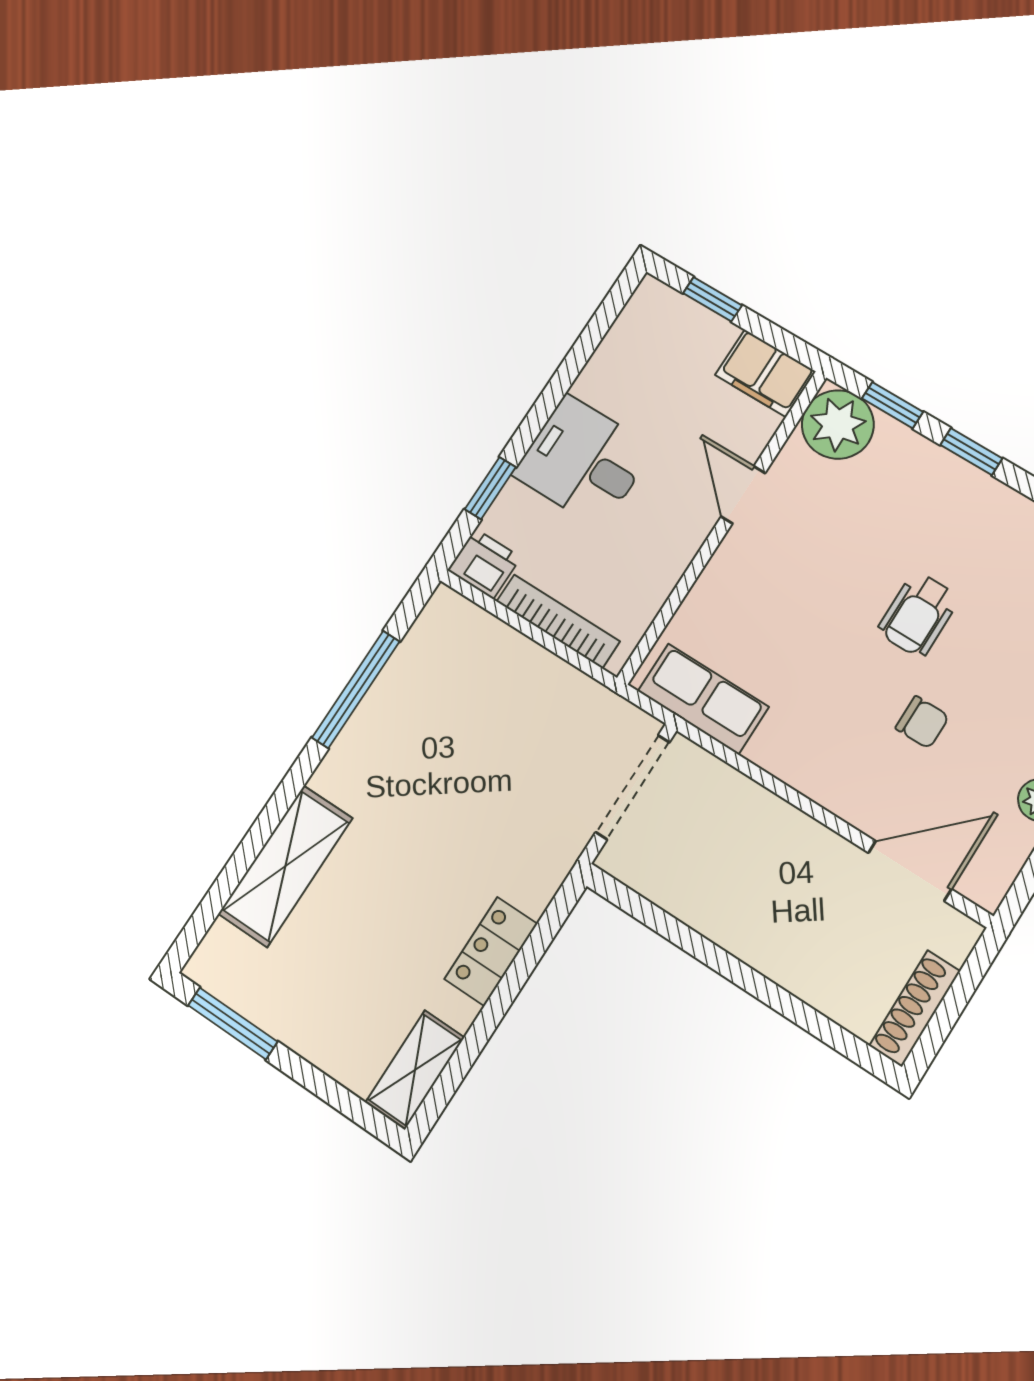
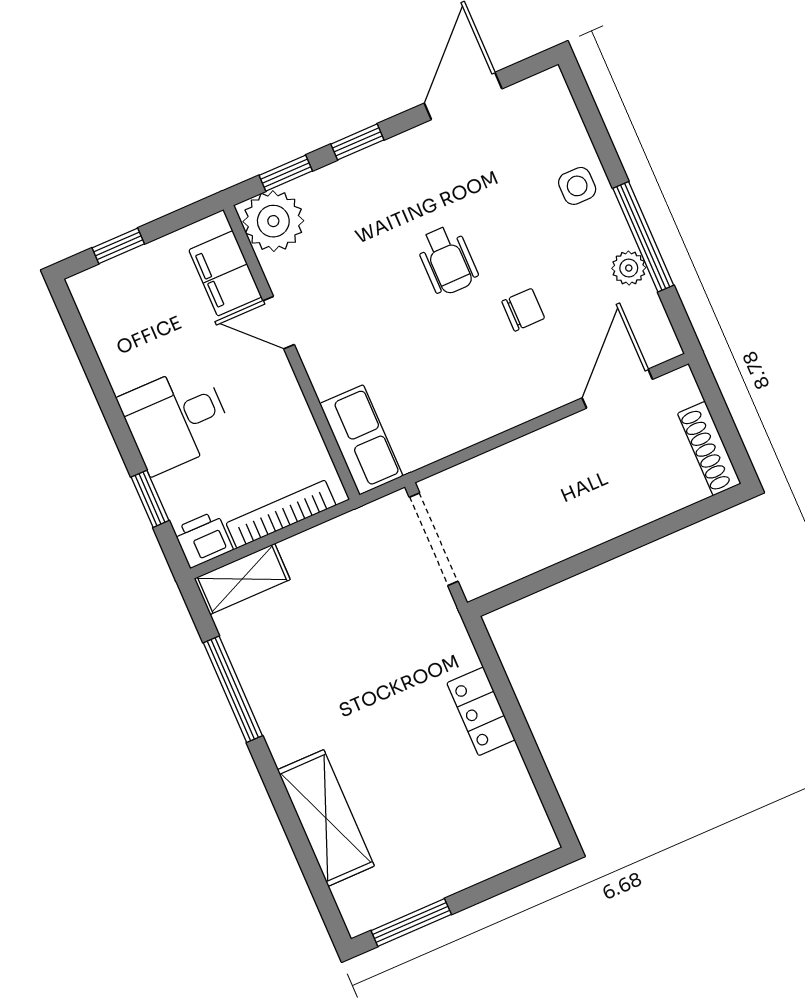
filing cabinet: (765, 373) -> (225, 273), moved, turned 90
row of seats: (703, 699) -> (361, 440), moved, turned 90
shelving: (415, 1070) -> (242, 579), moved, turned 90

